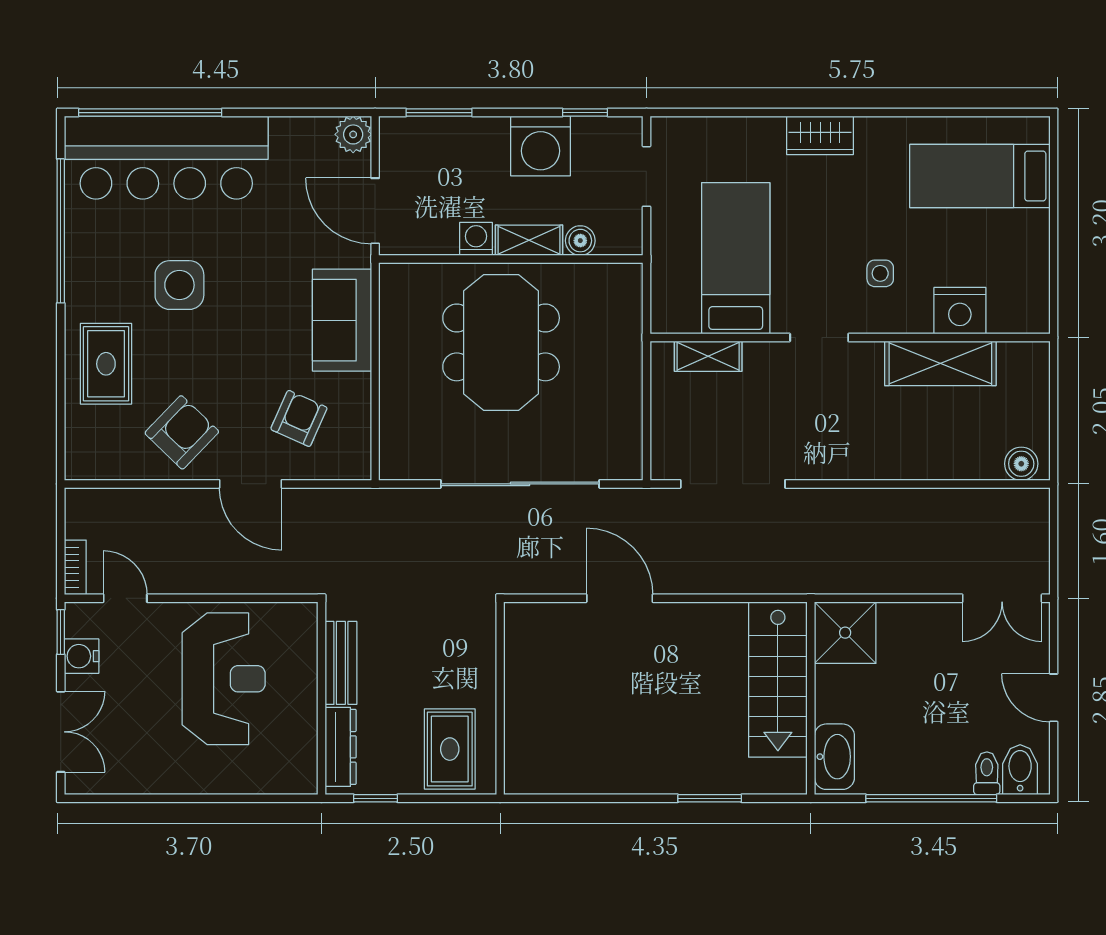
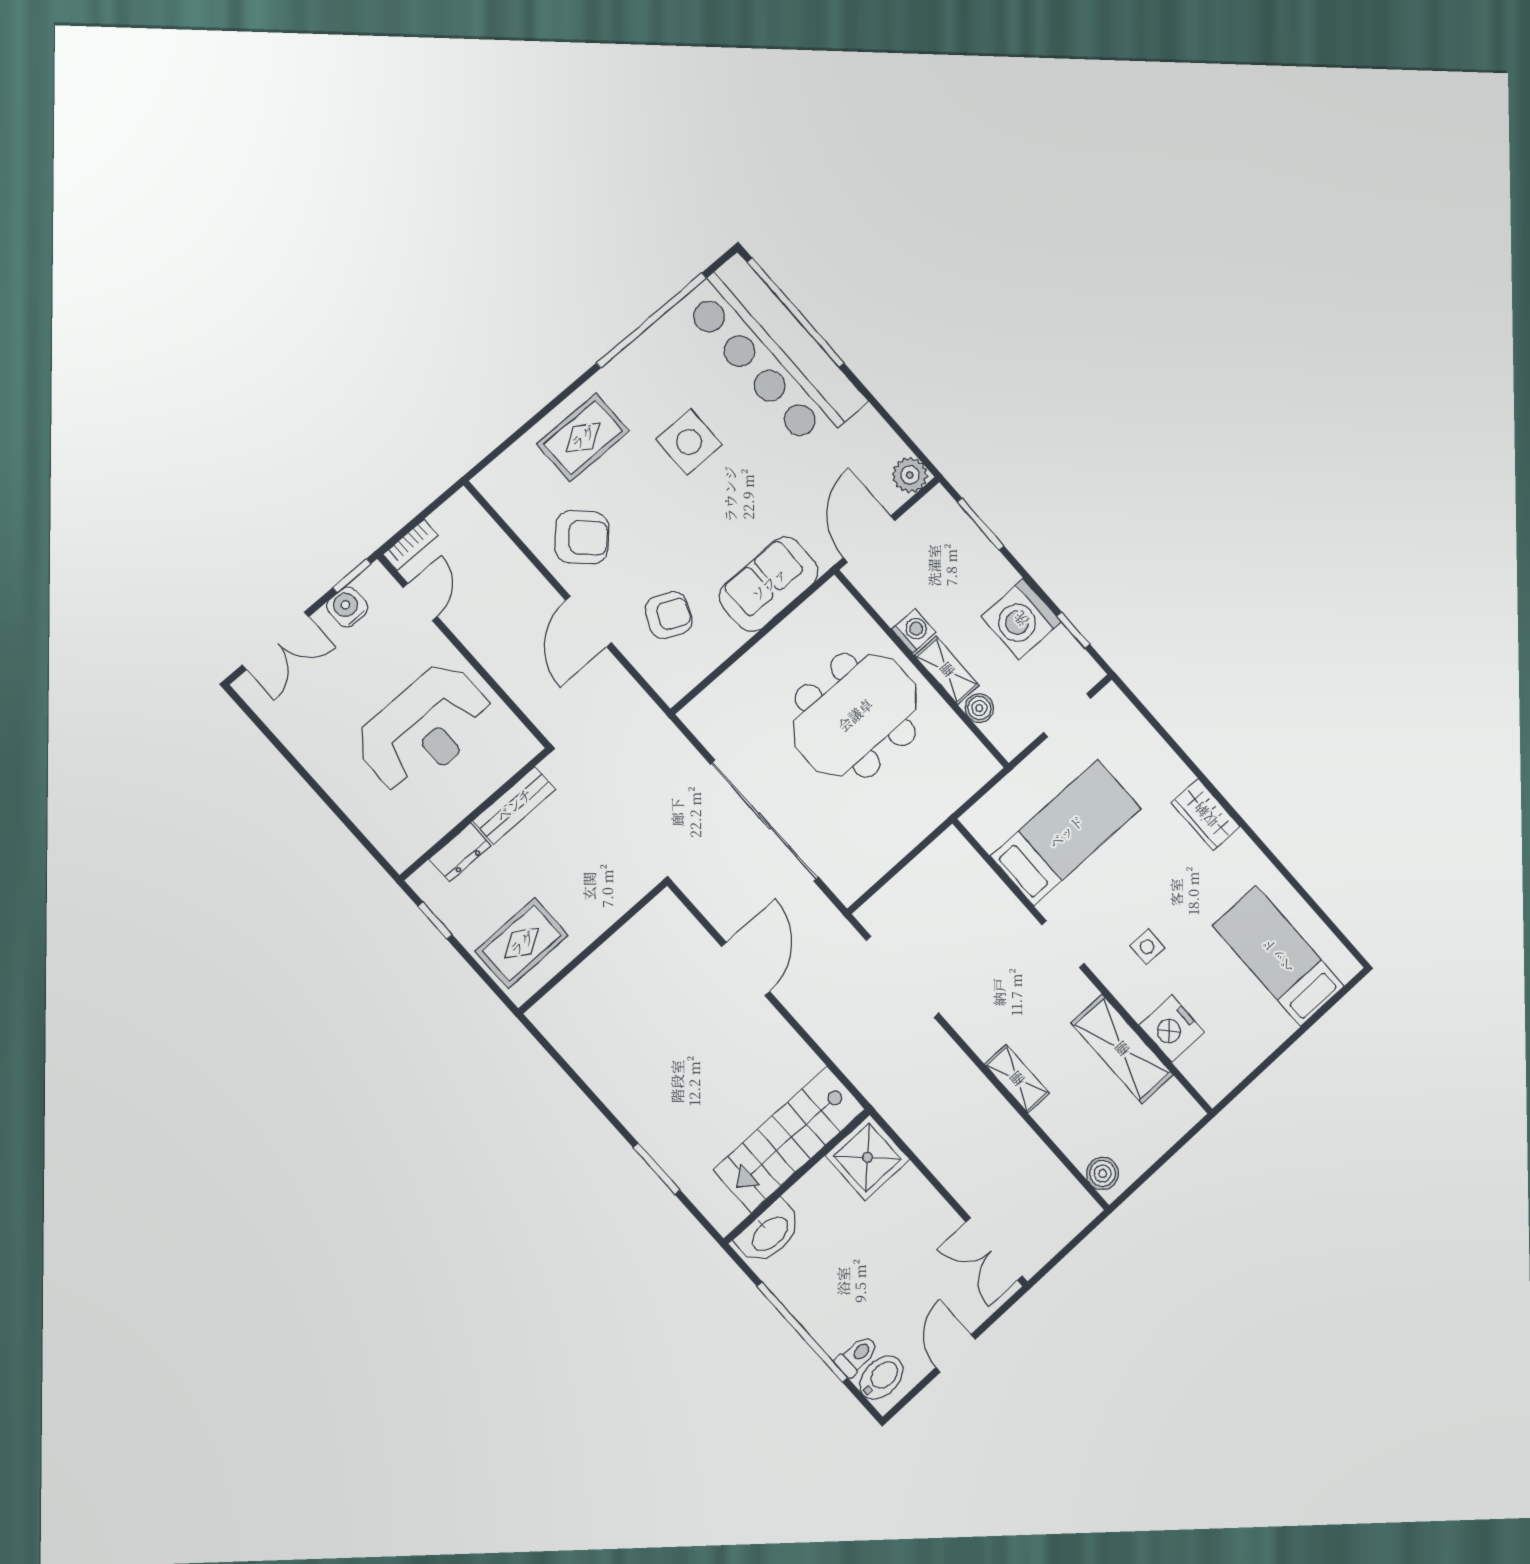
shelving: (708, 356) -> (1017, 1079), moved
dresser: (341, 747) -> (460, 852), width x0.70

